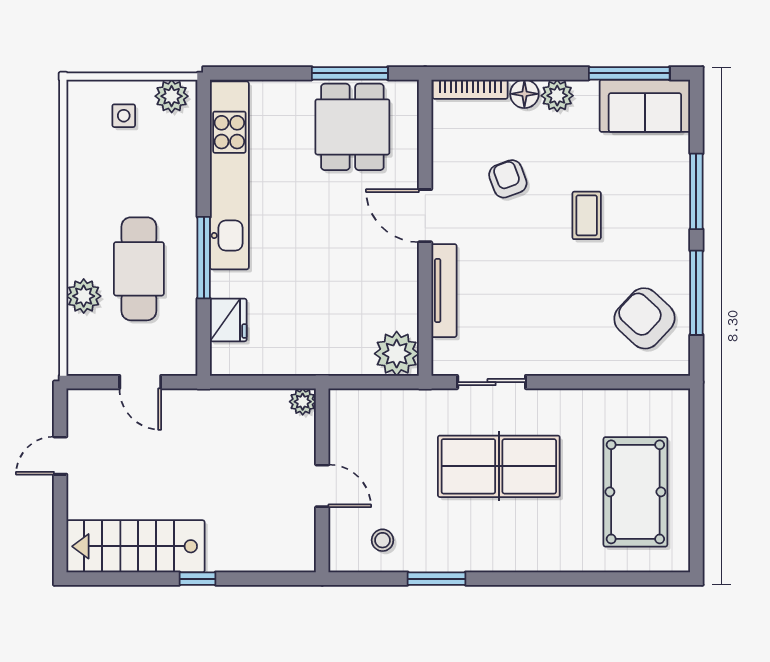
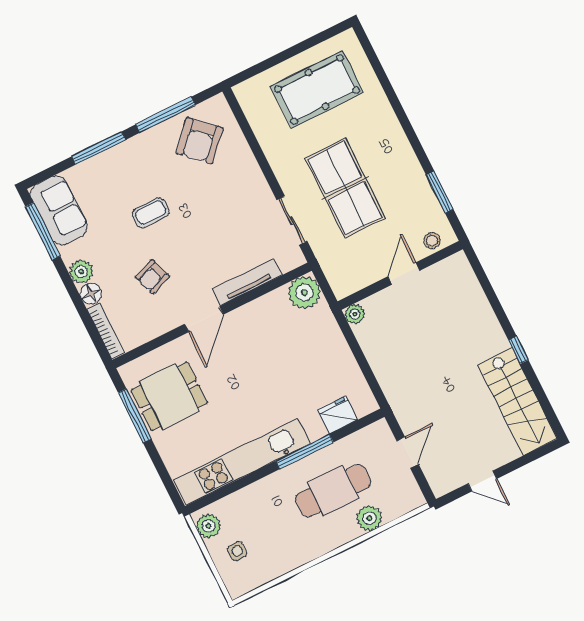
plant: (303, 402) -> (355, 314), moved
wall: (322, 480) -> (400, 275), moved
door: (322, 486) -> (404, 274), moved

